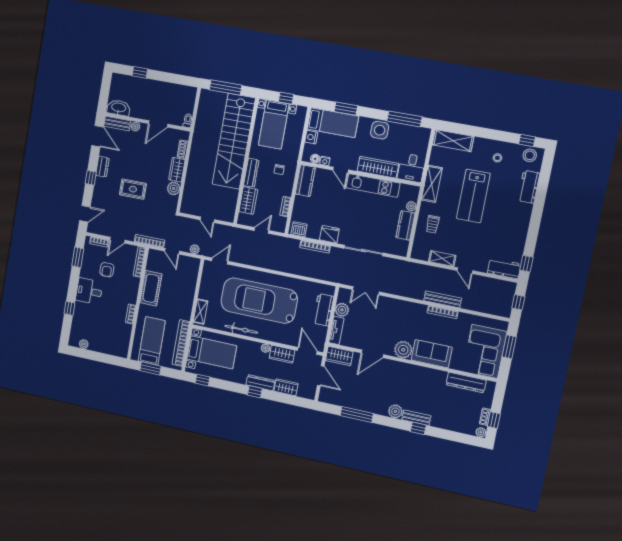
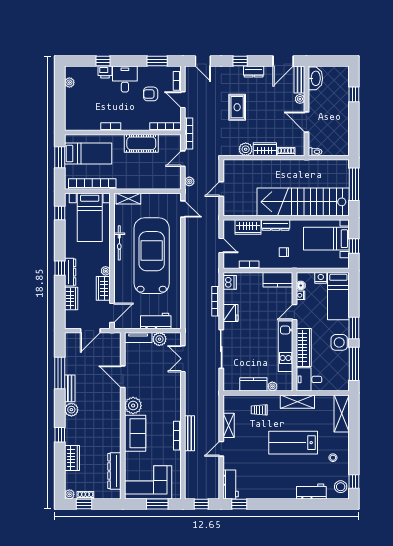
window: (346, 109) -> (354, 328), moved
printer: (80, 309) -> (105, 72), added
wardrobe: (339, 356) -> (72, 458), moved, turned 180
bench: (416, 418) -> (70, 388), moved

